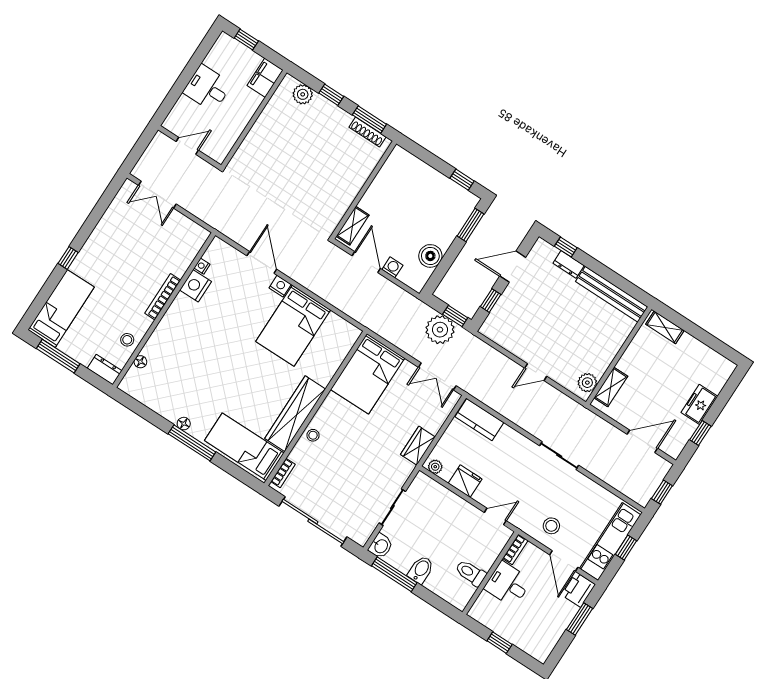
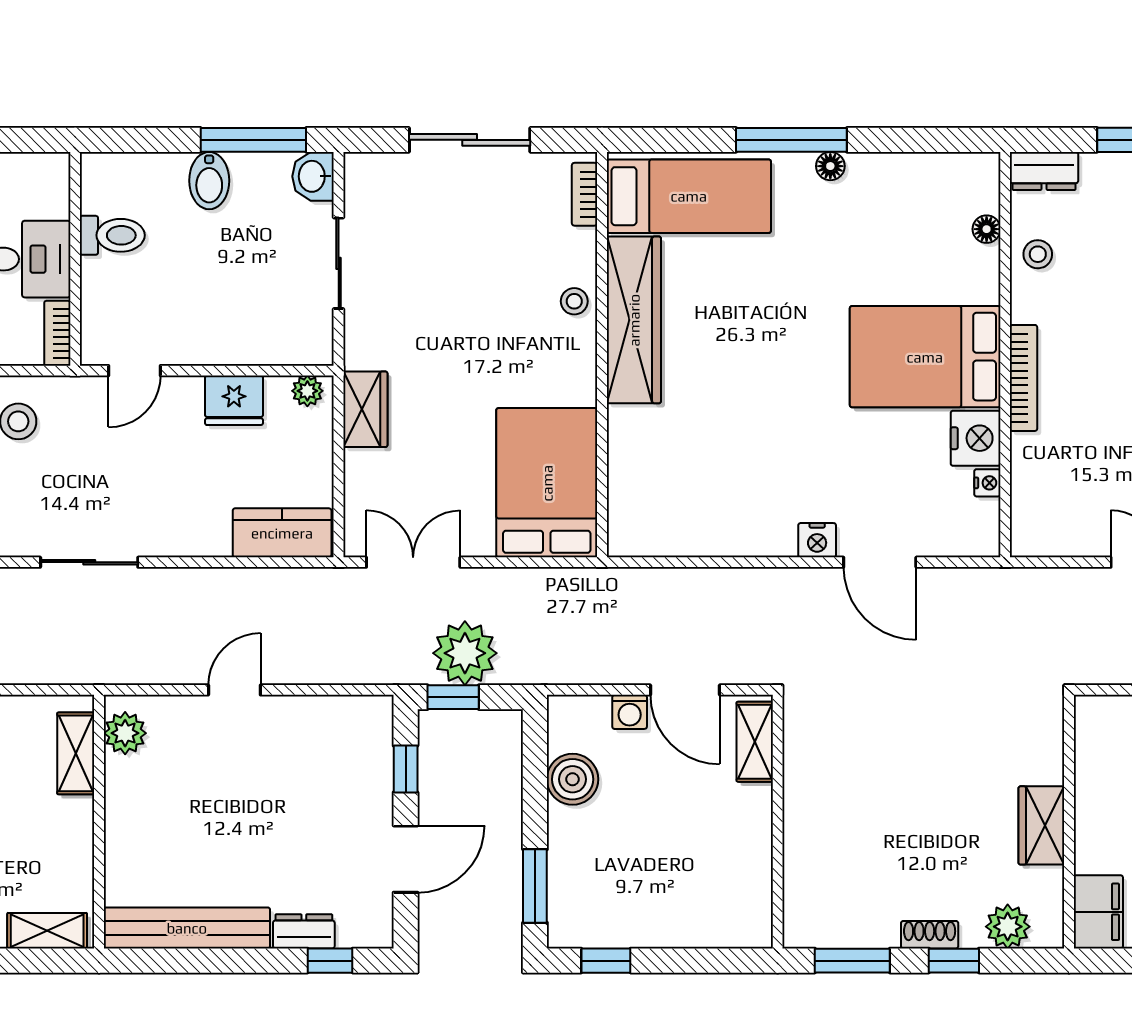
wardrobe: (265, 124) -> (1041, 825), added
shoe rack: (368, 132) -> (930, 935), moved, width x0.70
bed: (293, 326) -> (925, 357), moved, turned -90
sliding door: (313, 521) -> (470, 140), width x0.73

